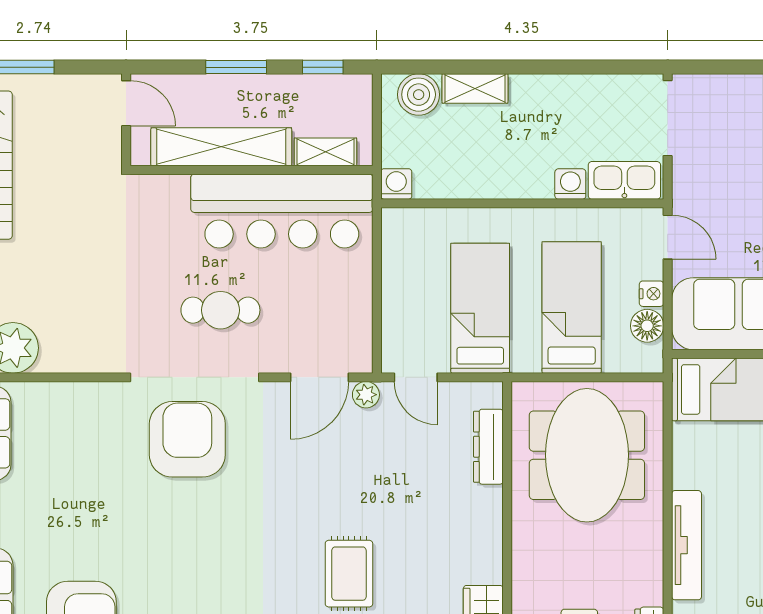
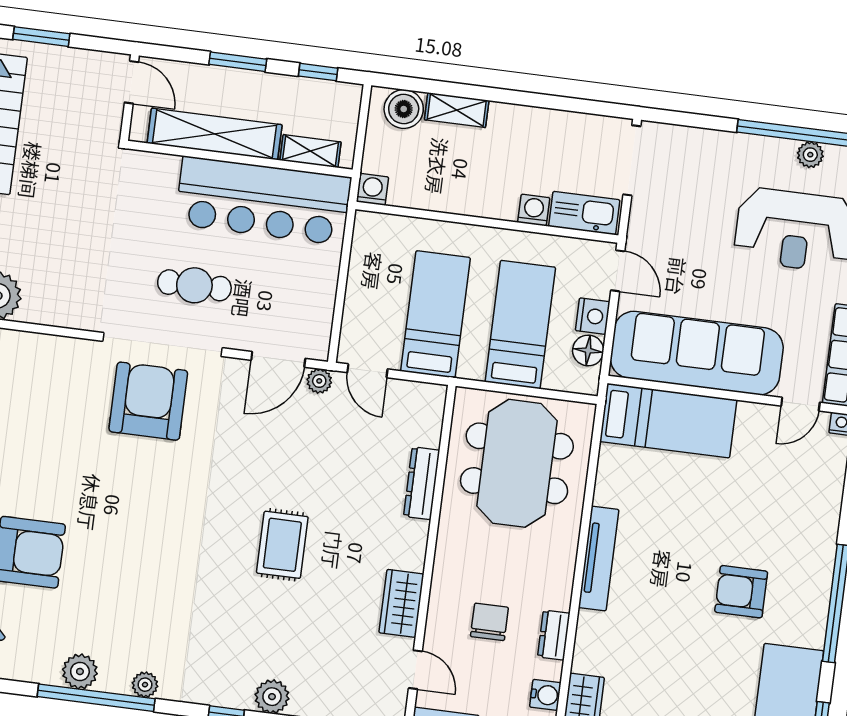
nightstand: (652, 294) -> (593, 316), width x1.39, depth x1.35
dresser: (488, 447) -> (422, 483), moved

